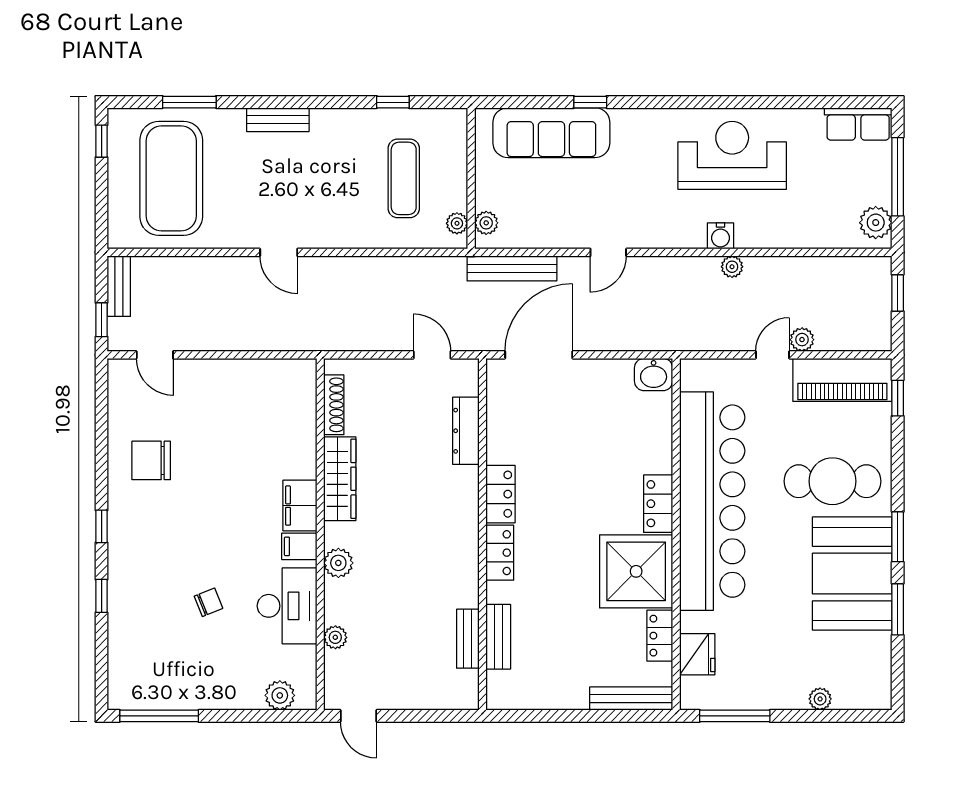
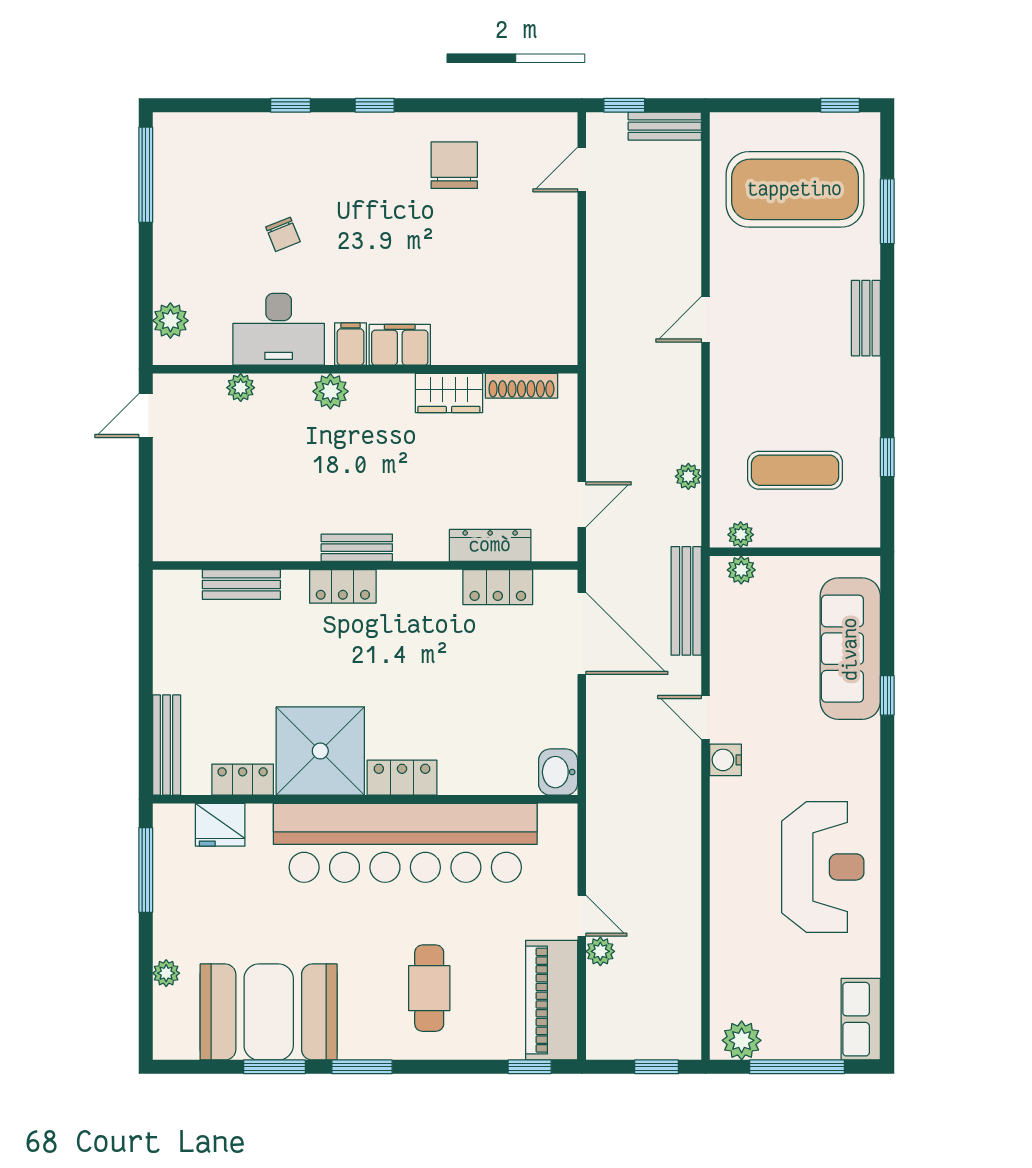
water cooler: (720, 236) -> (725, 760), moved
plant: (732, 267) -> (688, 476), moved
wardrobe: (340, 479) -> (449, 393), width x0.67
cafe table: (832, 481) -> (429, 988), width x0.73, depth x0.74
locker: (500, 494) -> (498, 587), moved
booth: (852, 574) -> (269, 1012), moved
bench: (468, 639) -> (357, 548), moved

